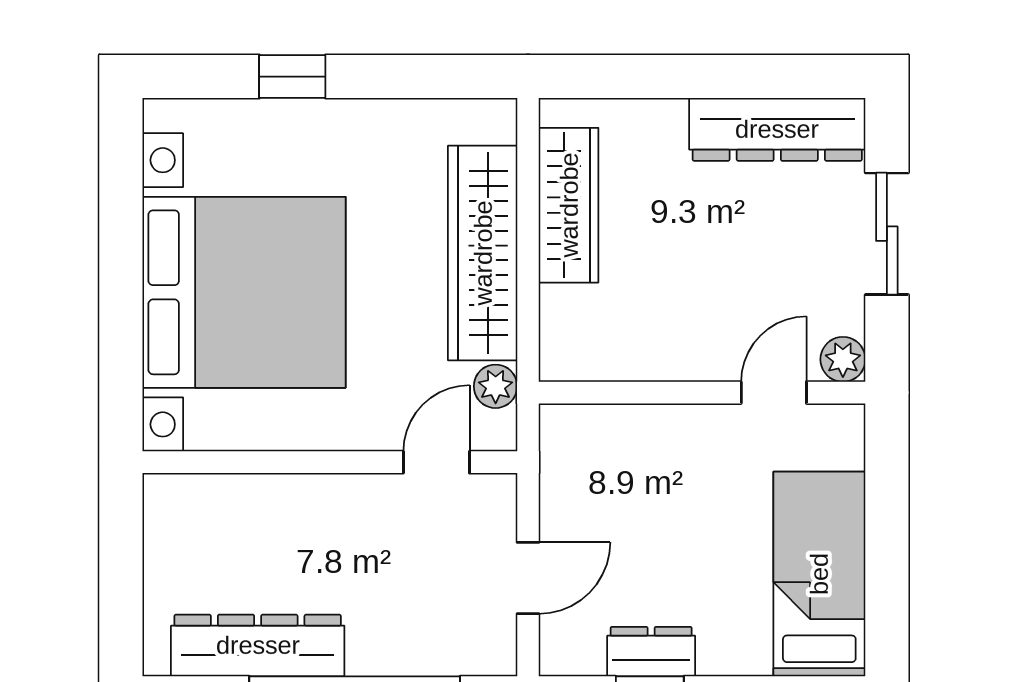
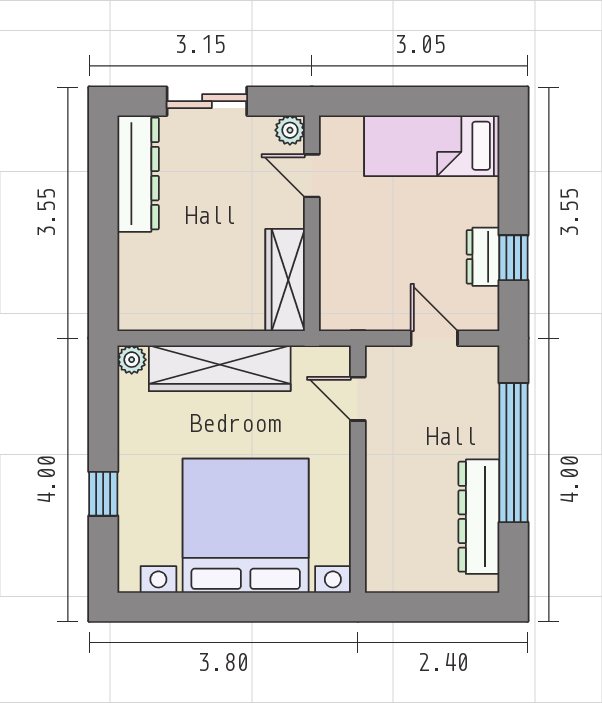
wardrobe: (569, 205) -> (285, 280), moved, turned -90
plant: (496, 386) -> (132, 360), moved

